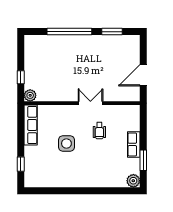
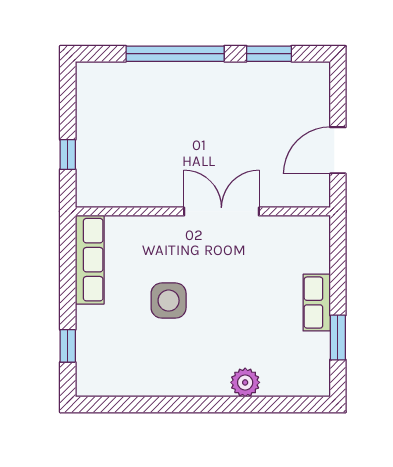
plant: (30, 95) -> (89, 194), removed
double door: (90, 103) -> (221, 211), width x1.37
wheelchair: (99, 131) -> (241, 272), removed
plant: (133, 181) -> (245, 382), moved

